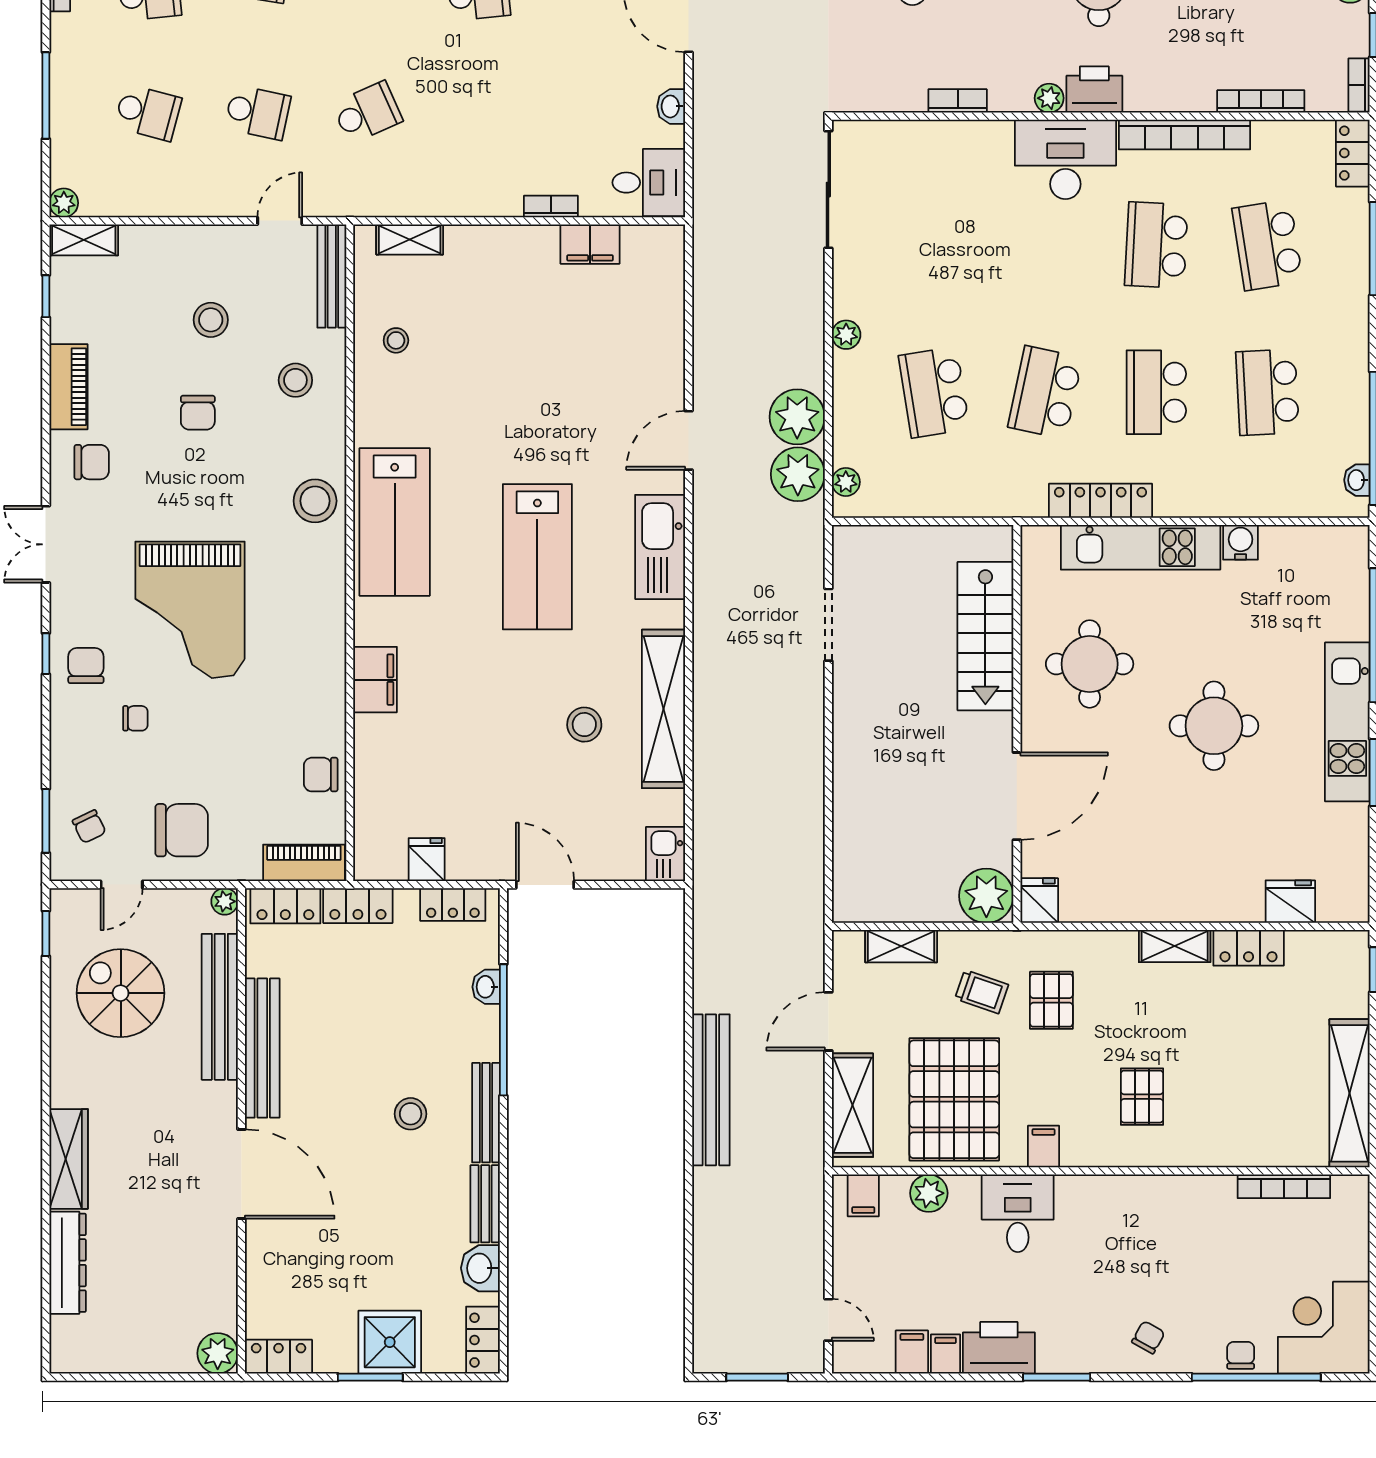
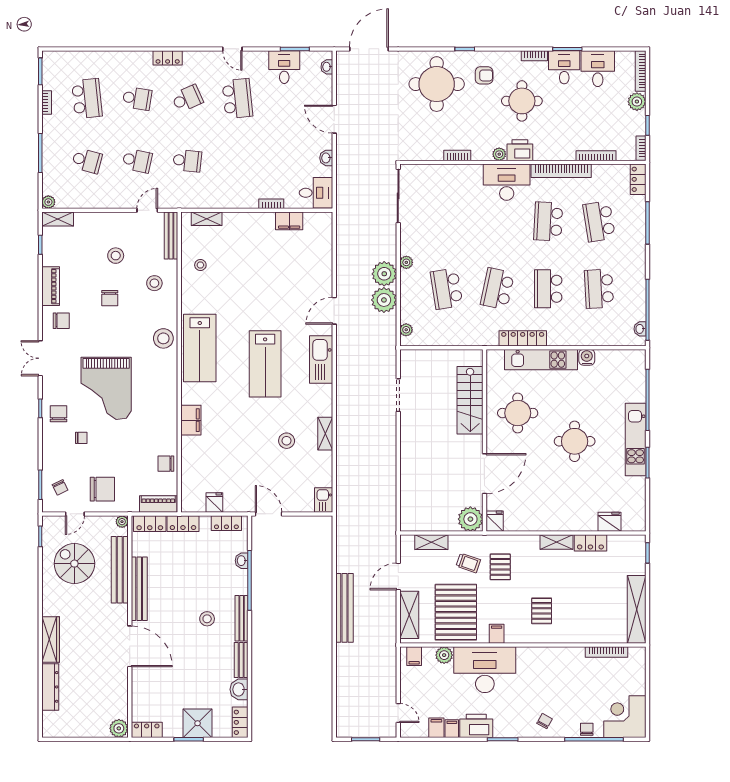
school desk: (367, 112) -> (187, 161), turned 30
plant: (798, 474) -> (384, 274), moved
shelving: (663, 709) -> (325, 434), width x0.45, depth x0.75
desk: (1018, 1213) -> (485, 670), width x1.87, depth x1.30

